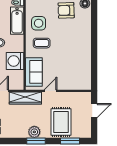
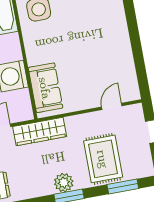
coffee table: (42, 43) -> (49, 40), removed
door: (50, 91) -> (112, 106), moved

